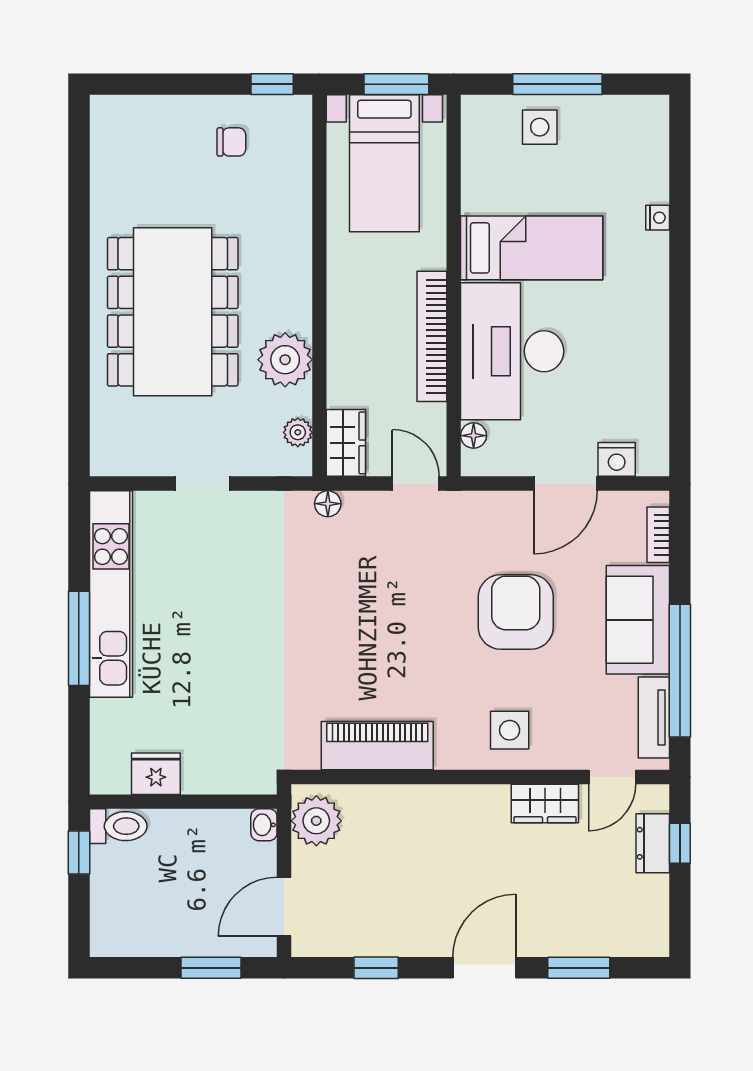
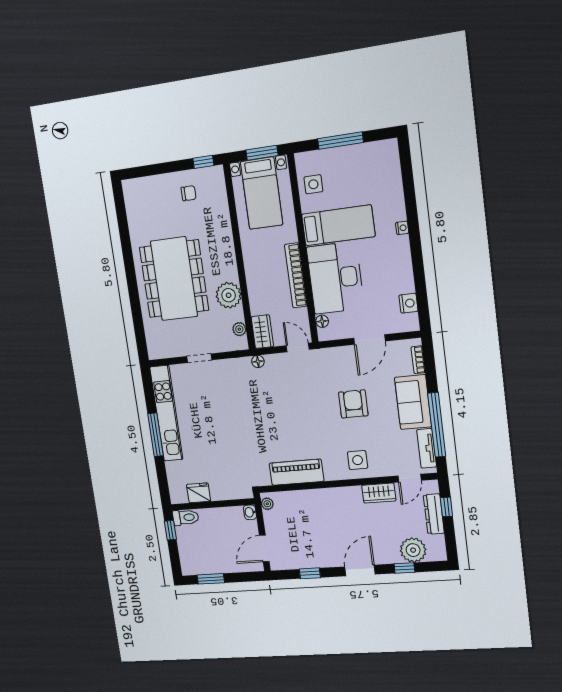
side table: (540, 127) -> (313, 184), moved
nightstand: (658, 218) -> (402, 228), moved
nightstand: (617, 459) -> (408, 303), moved, turned -90
armchair: (516, 612) -> (353, 404), width x0.73, depth x0.73
plant: (316, 821) -> (267, 504), width x0.53, depth x0.53
dresser: (653, 843) -> (434, 514), width x1.44
plant: (601, 930) -> (413, 550), added
window: (211, 968) -> (211, 579), moved
window: (579, 968) -> (404, 568), width x0.67

